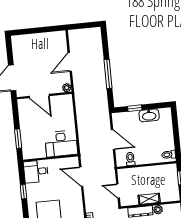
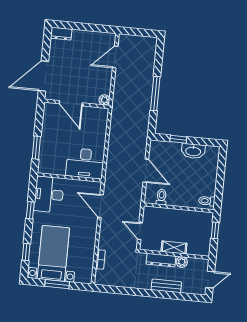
dresser: (20, 40) -> (61, 34), added
door: (70, 62) -> (115, 57), moved
desk: (36, 171) -> (49, 194), width x1.37

